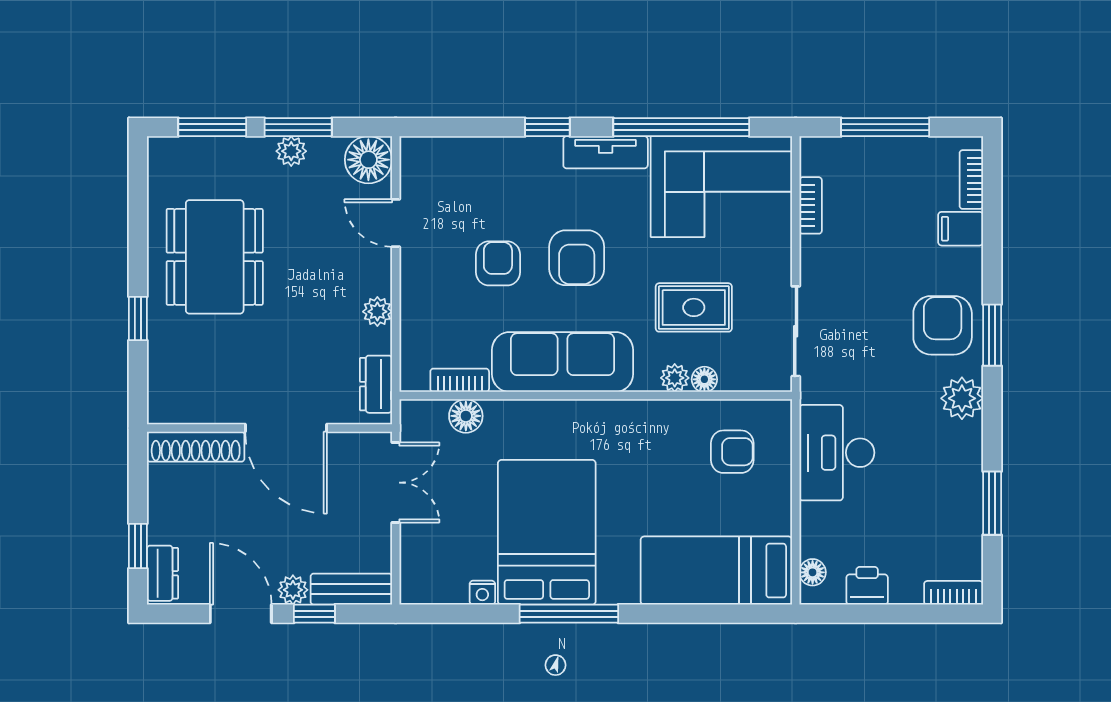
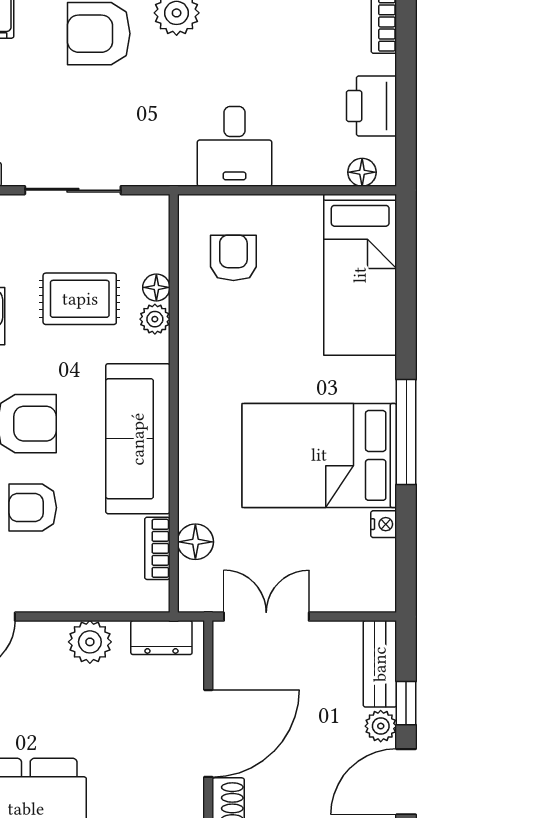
rug: (694, 307) -> (80, 299), turned 90
plant: (377, 312) -> (90, 642), width x1.38, depth x1.38
sliding door: (796, 331) -> (73, 190), moved
desk: (837, 453) -> (235, 146), width x0.73
printer: (867, 586) -> (372, 106), width x1.36, depth x1.24

